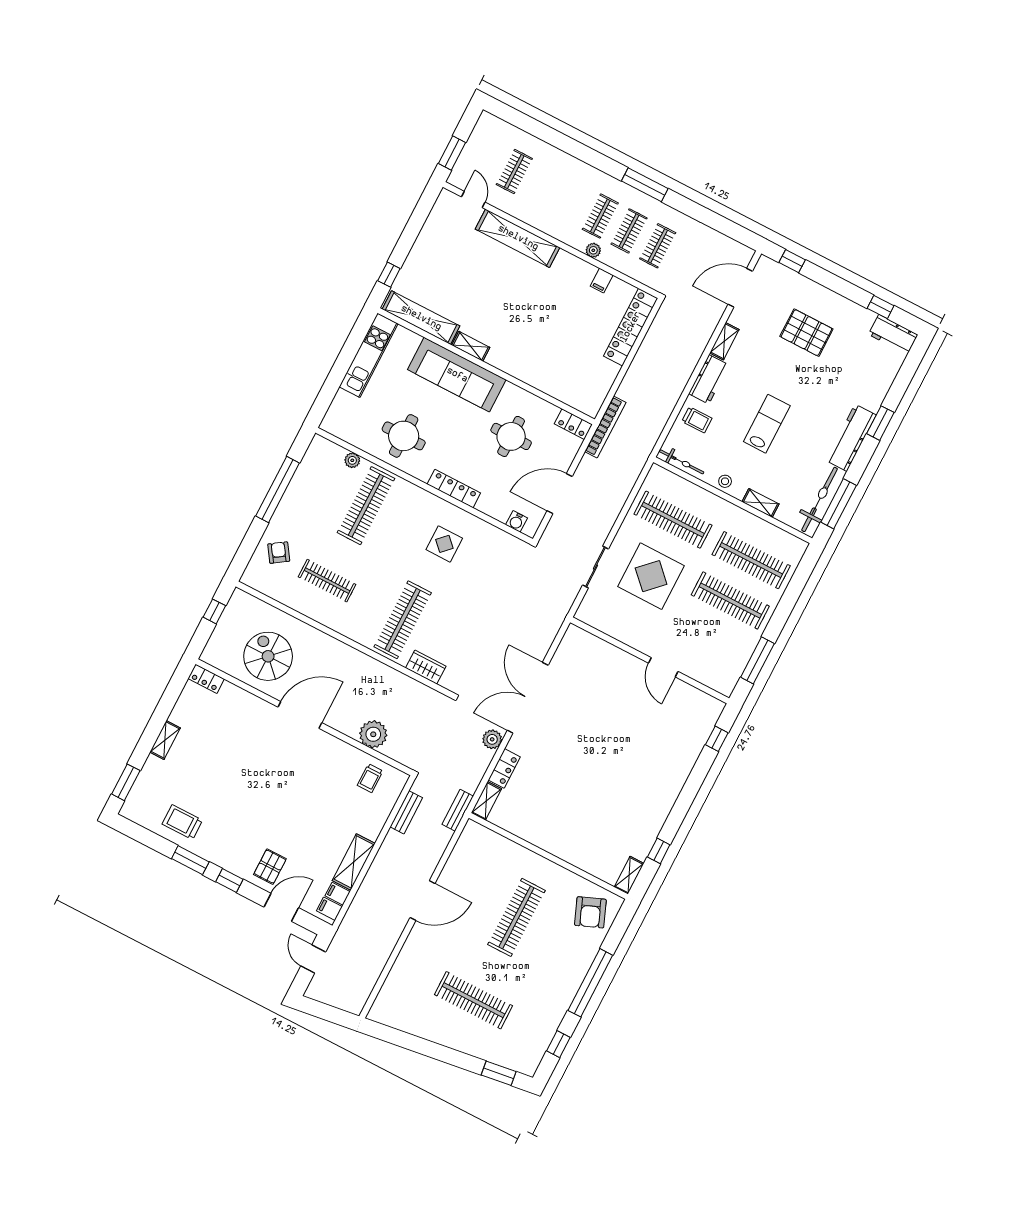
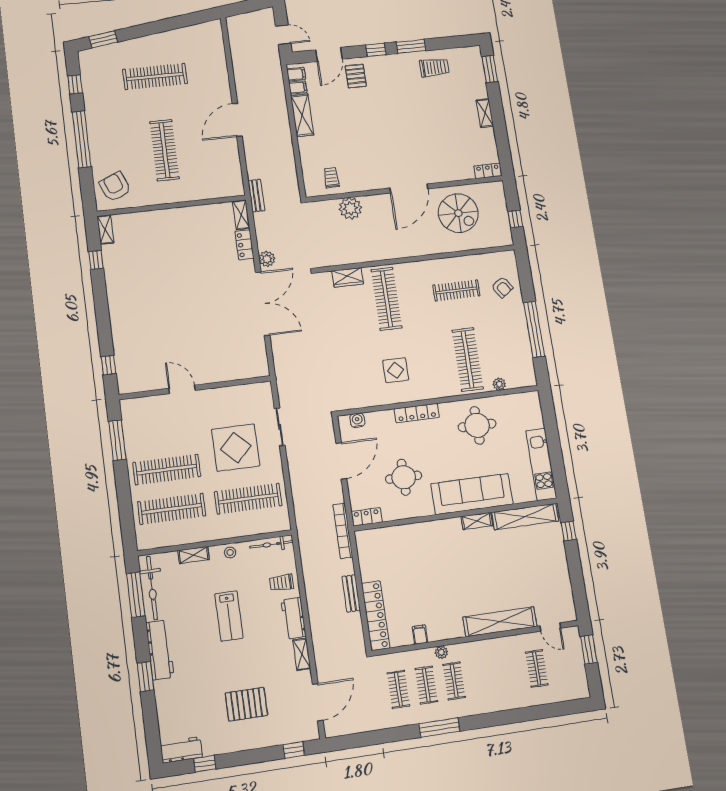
bench: (406, 812) -> (351, 593), moved

